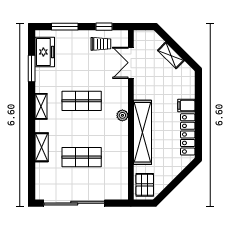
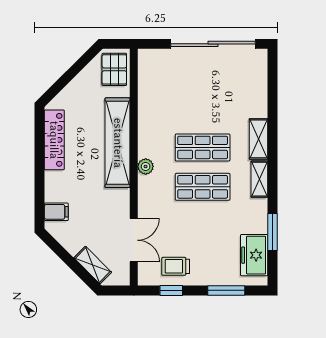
shelving: (171, 55) -> (93, 265), moved
filing cabinet: (186, 106) -> (56, 212), moved
shelving: (42, 147) -> (258, 139), moved
shop shelf: (82, 157) -> (203, 147), moved

